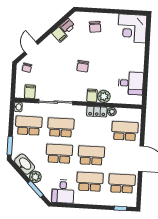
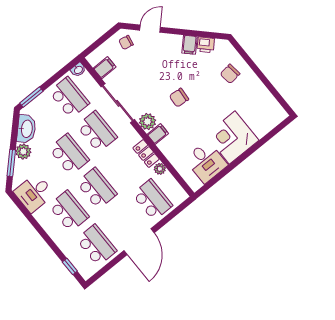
corner desk: (132, 28) -> (232, 138), moved
plant: (104, 96) -> (147, 122), moved

